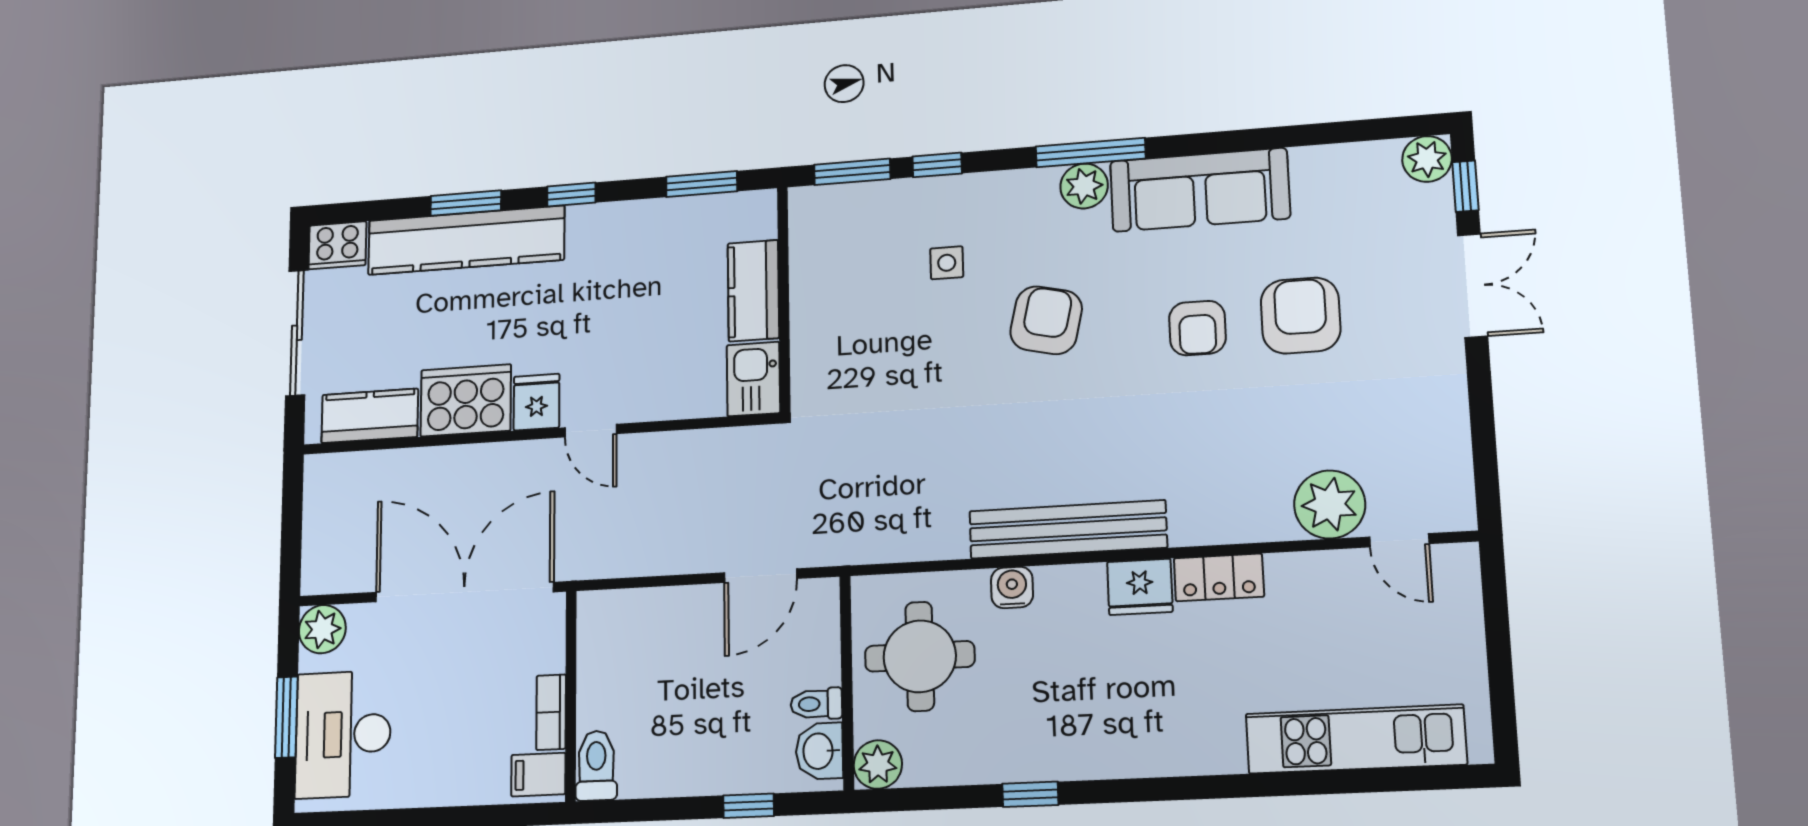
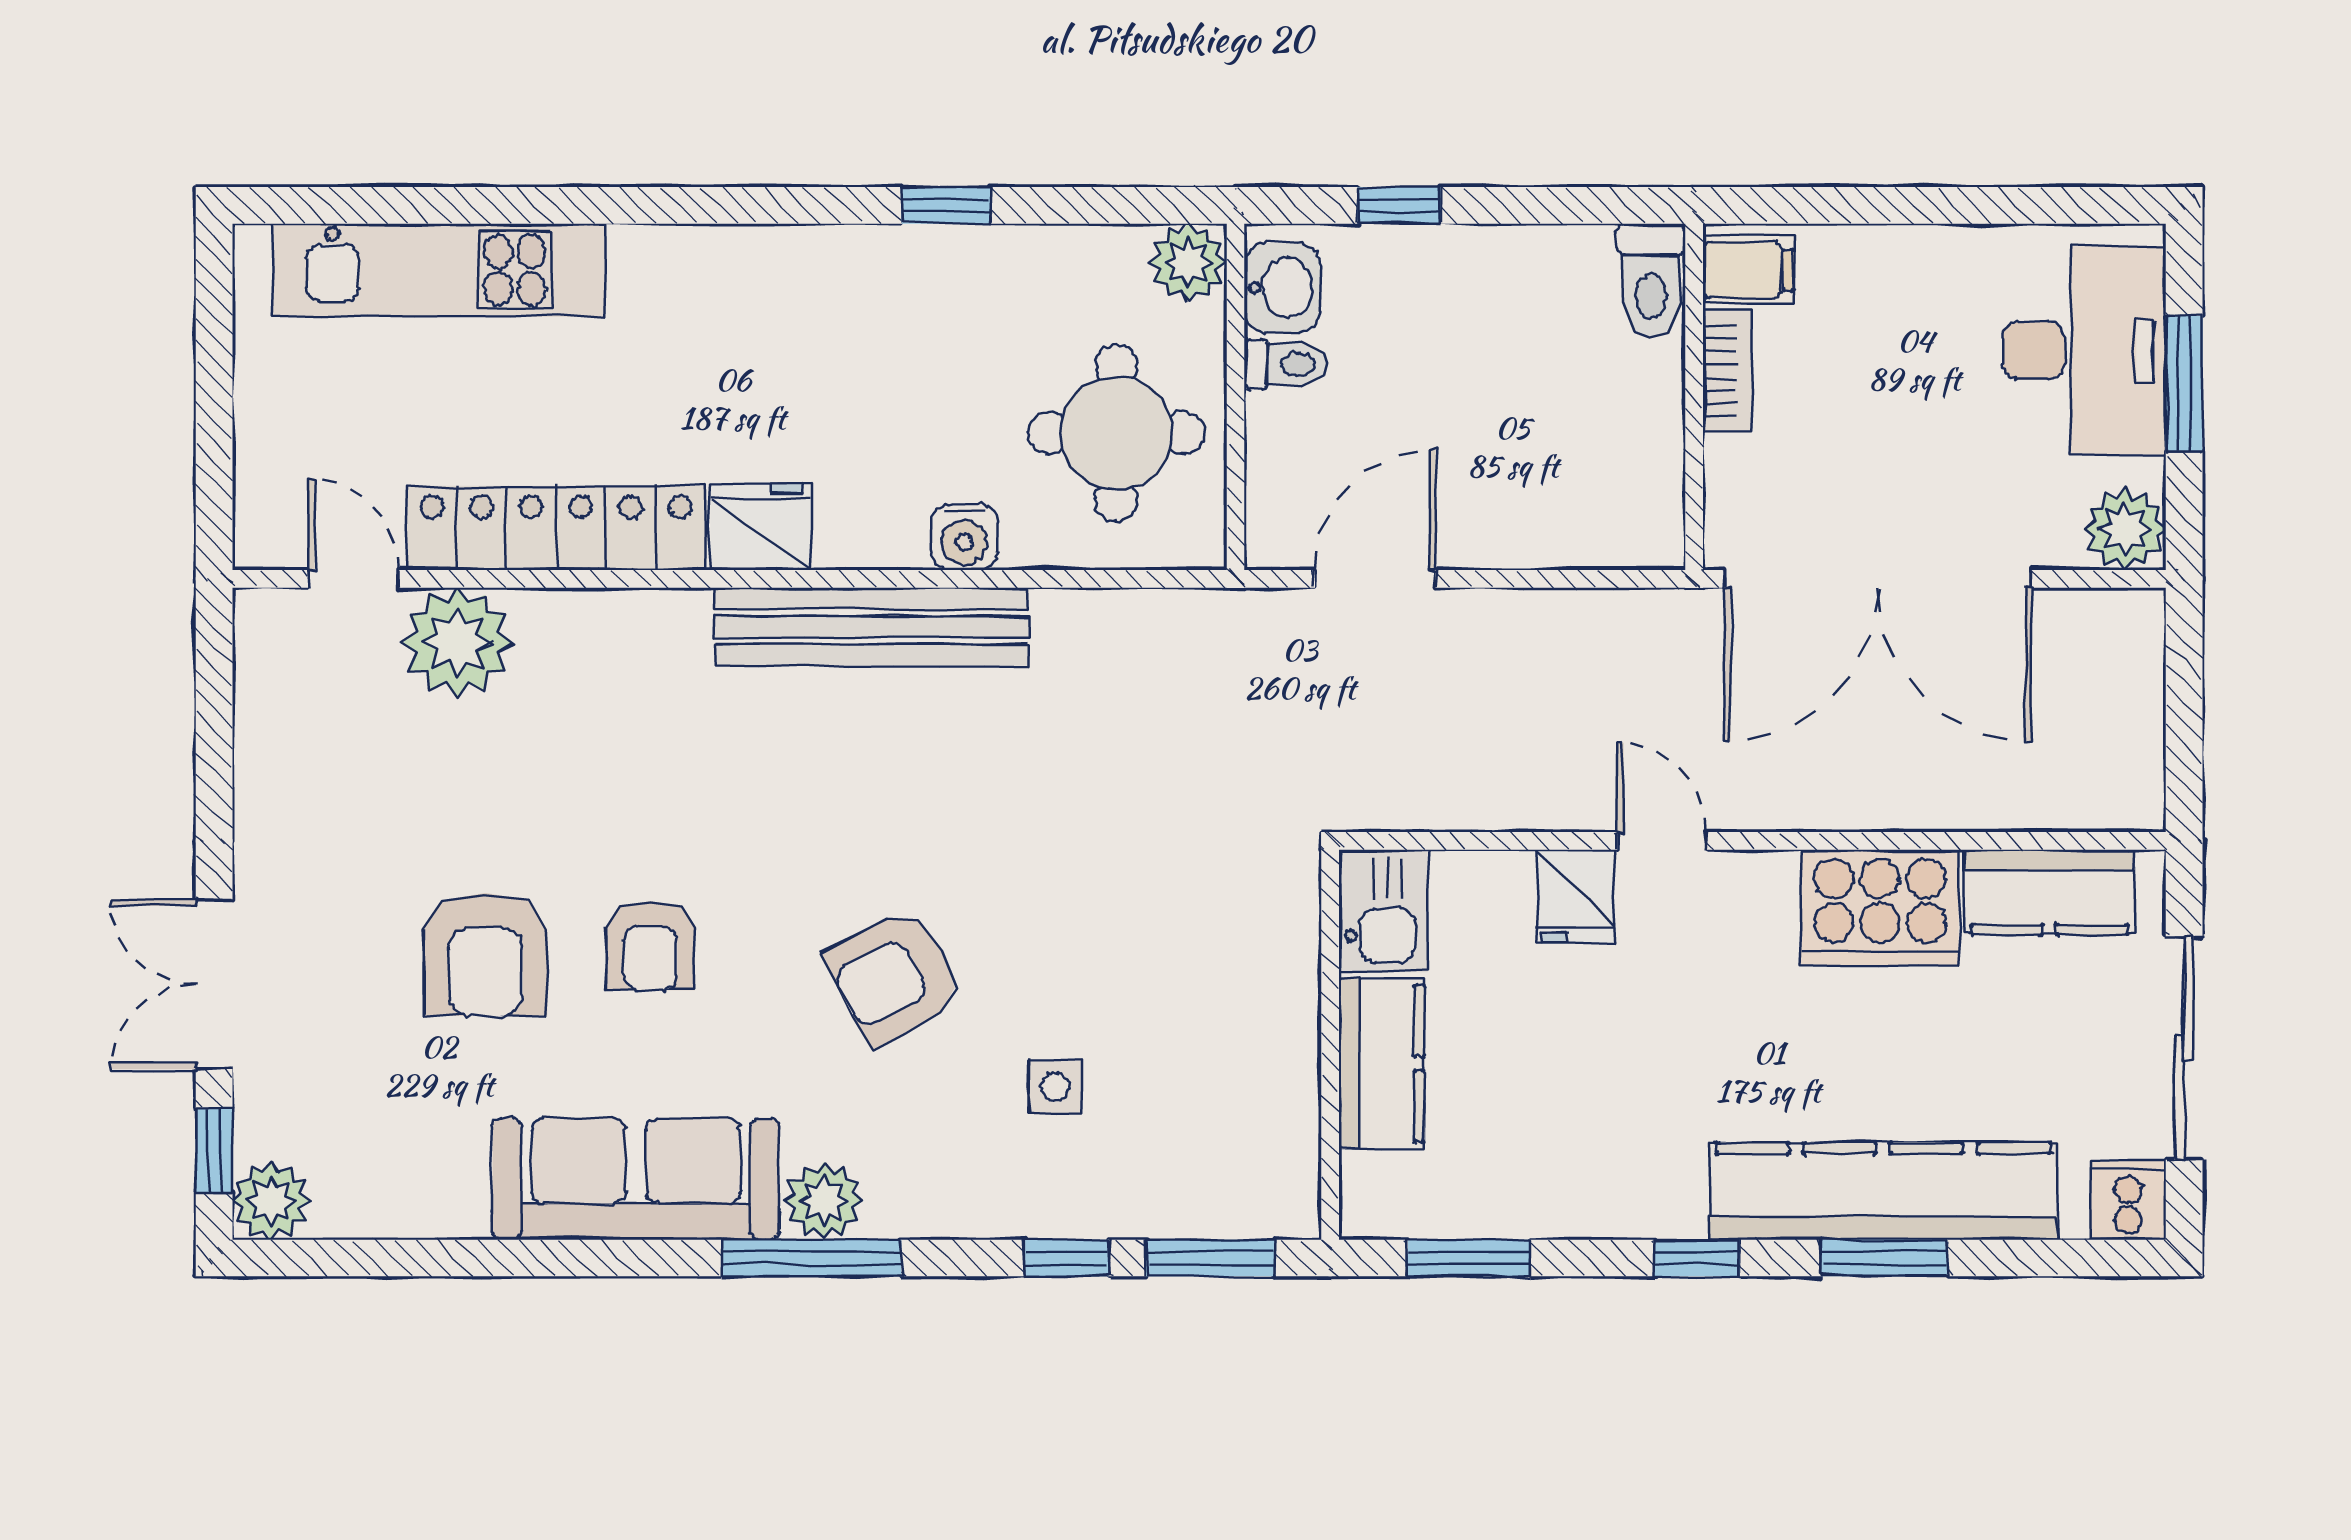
cooker: (337, 245) -> (2128, 1200), width x0.73
armchair: (1046, 320) -> (894, 976), turned 49
armchair: (1197, 328) -> (650, 946), turned 180
fridge: (537, 402) -> (1575, 896), moved
locker: (1219, 577) -> (556, 528), width x2.16, depth x1.21

